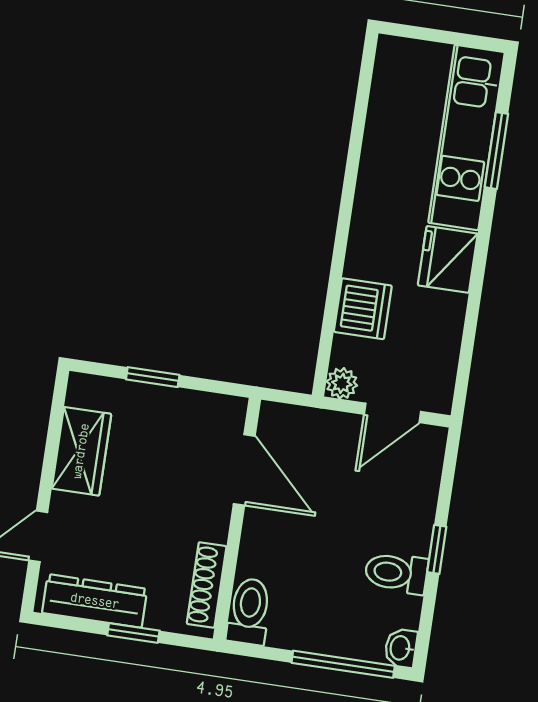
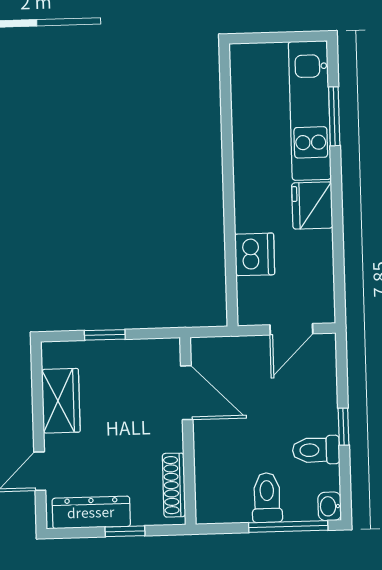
plant: (342, 383) -> (249, 314), removed
toilet: (249, 611) -> (267, 498), moved

